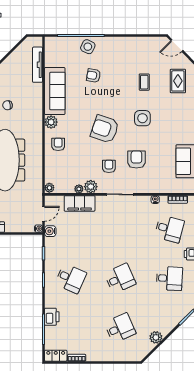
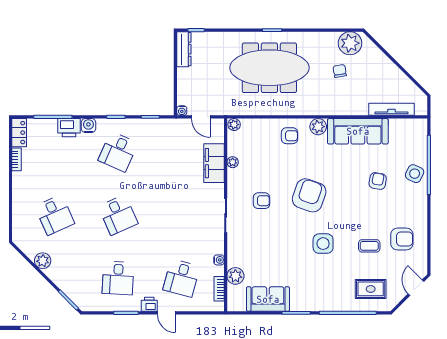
armchair: (136, 159) -> (402, 239), moved
plant: (91, 187) -> (235, 276), moved
water cooler: (50, 231) -> (88, 126), moved

